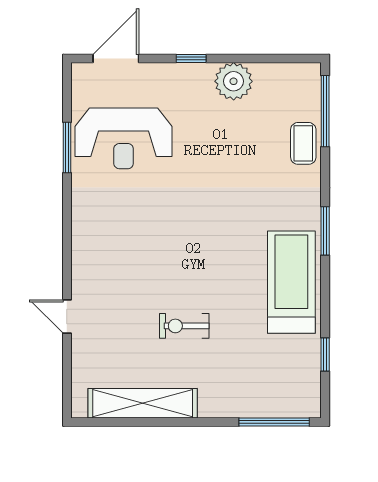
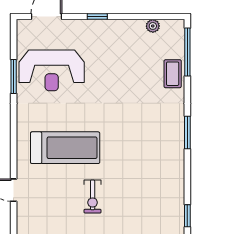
plant: (234, 81) -> (153, 26), moved, width x0.53, depth x0.53
treadmill: (291, 282) -> (65, 148), moved, turned 90
exercise bike: (184, 326) -> (93, 197), turned -90

